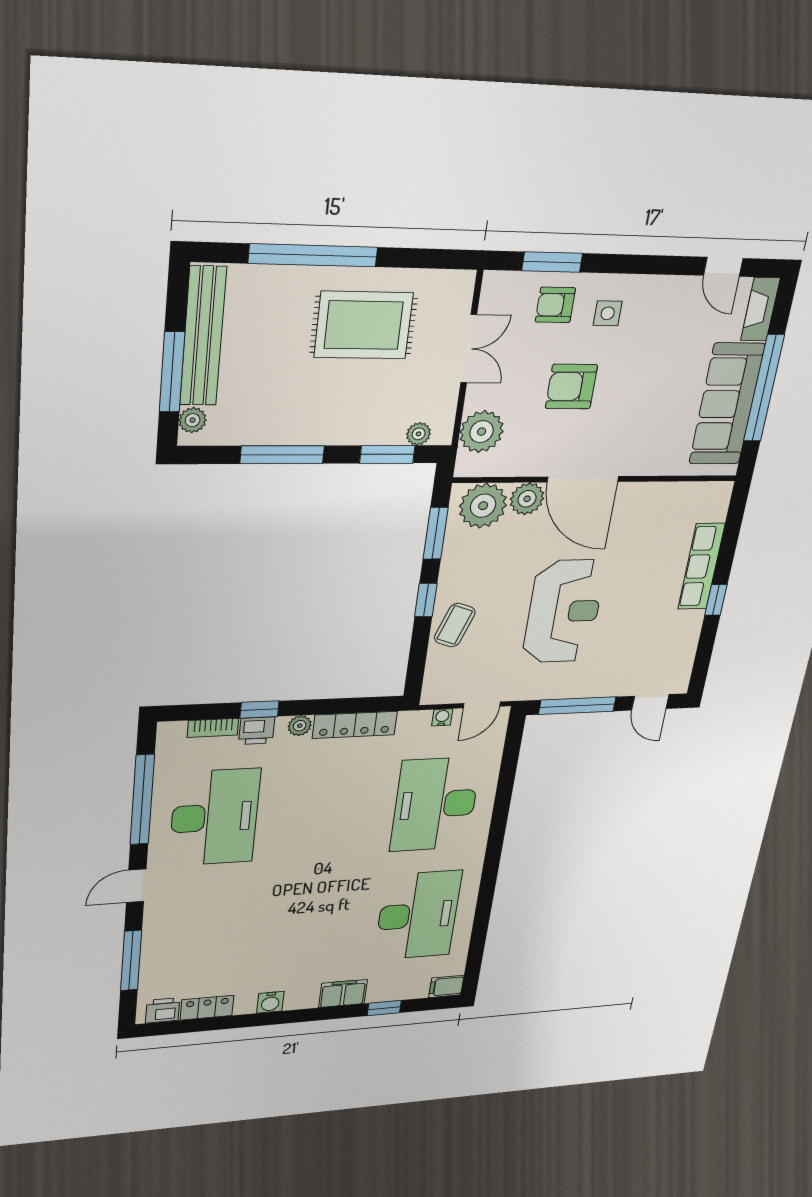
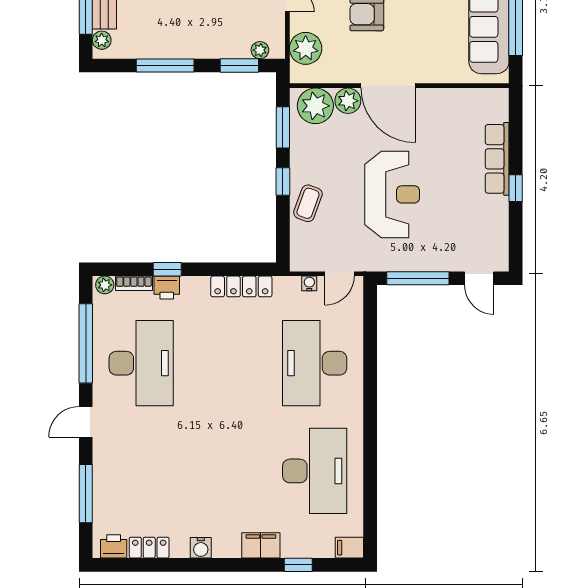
plant: (300, 726) -> (105, 285), moved

